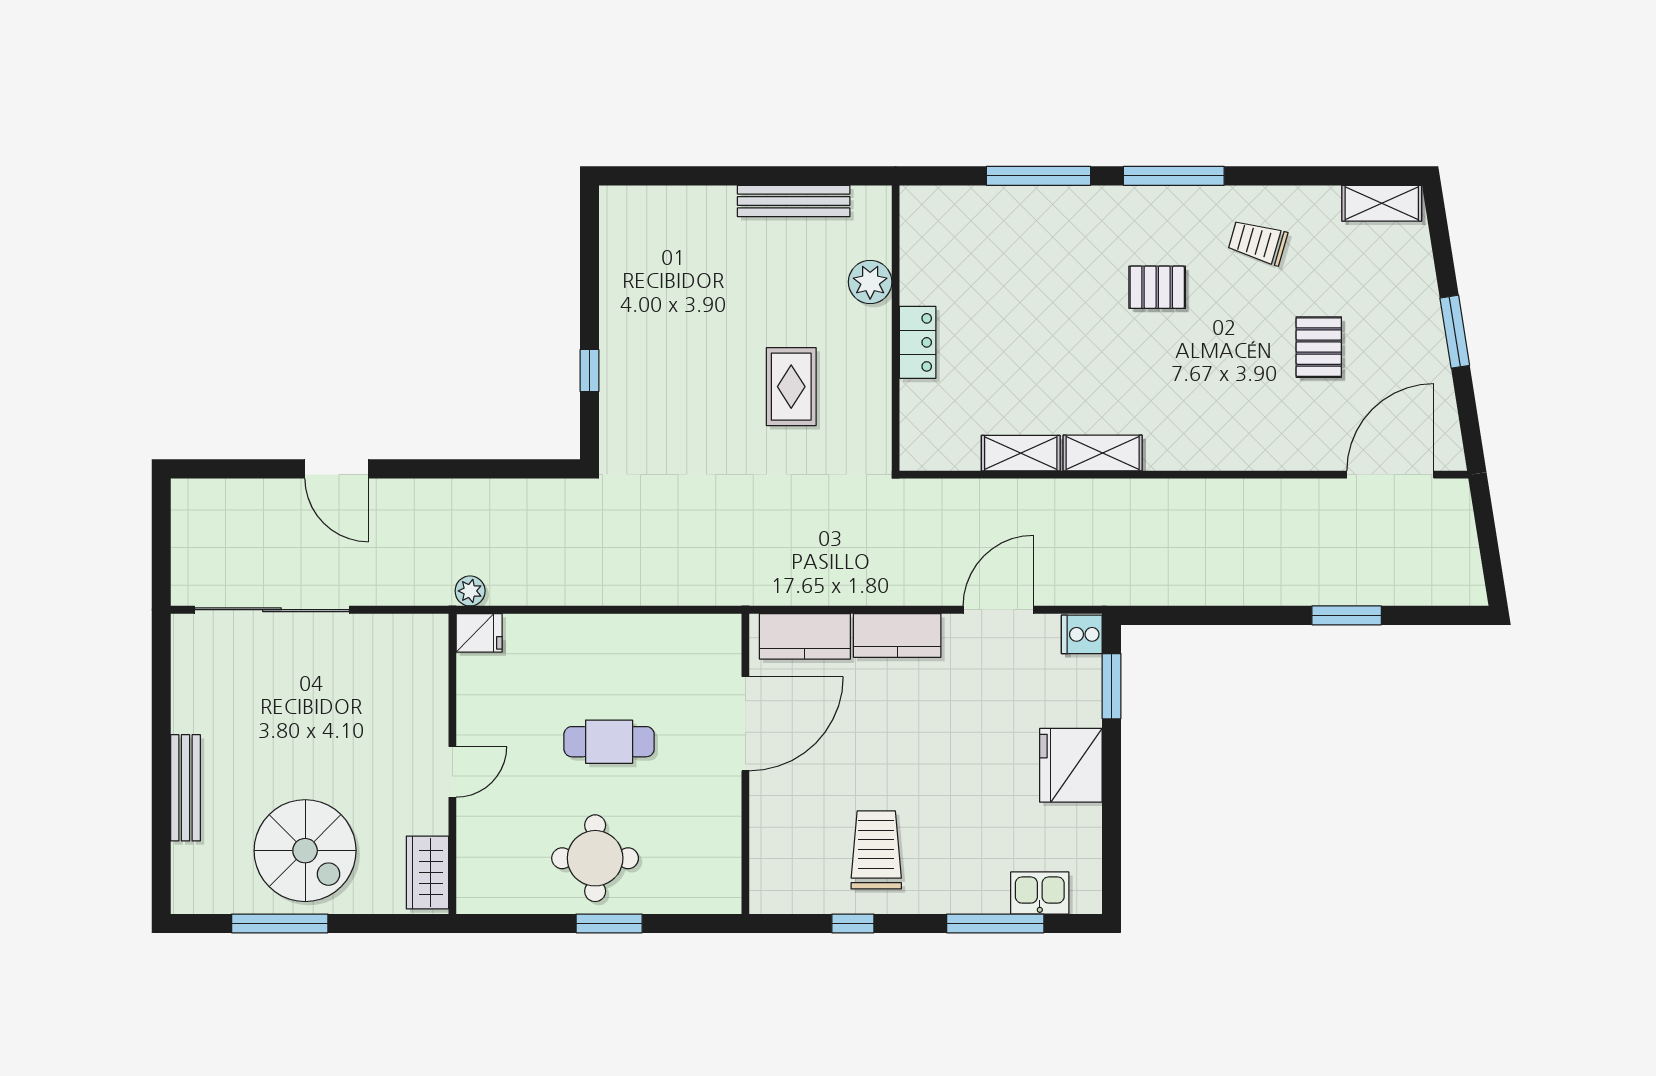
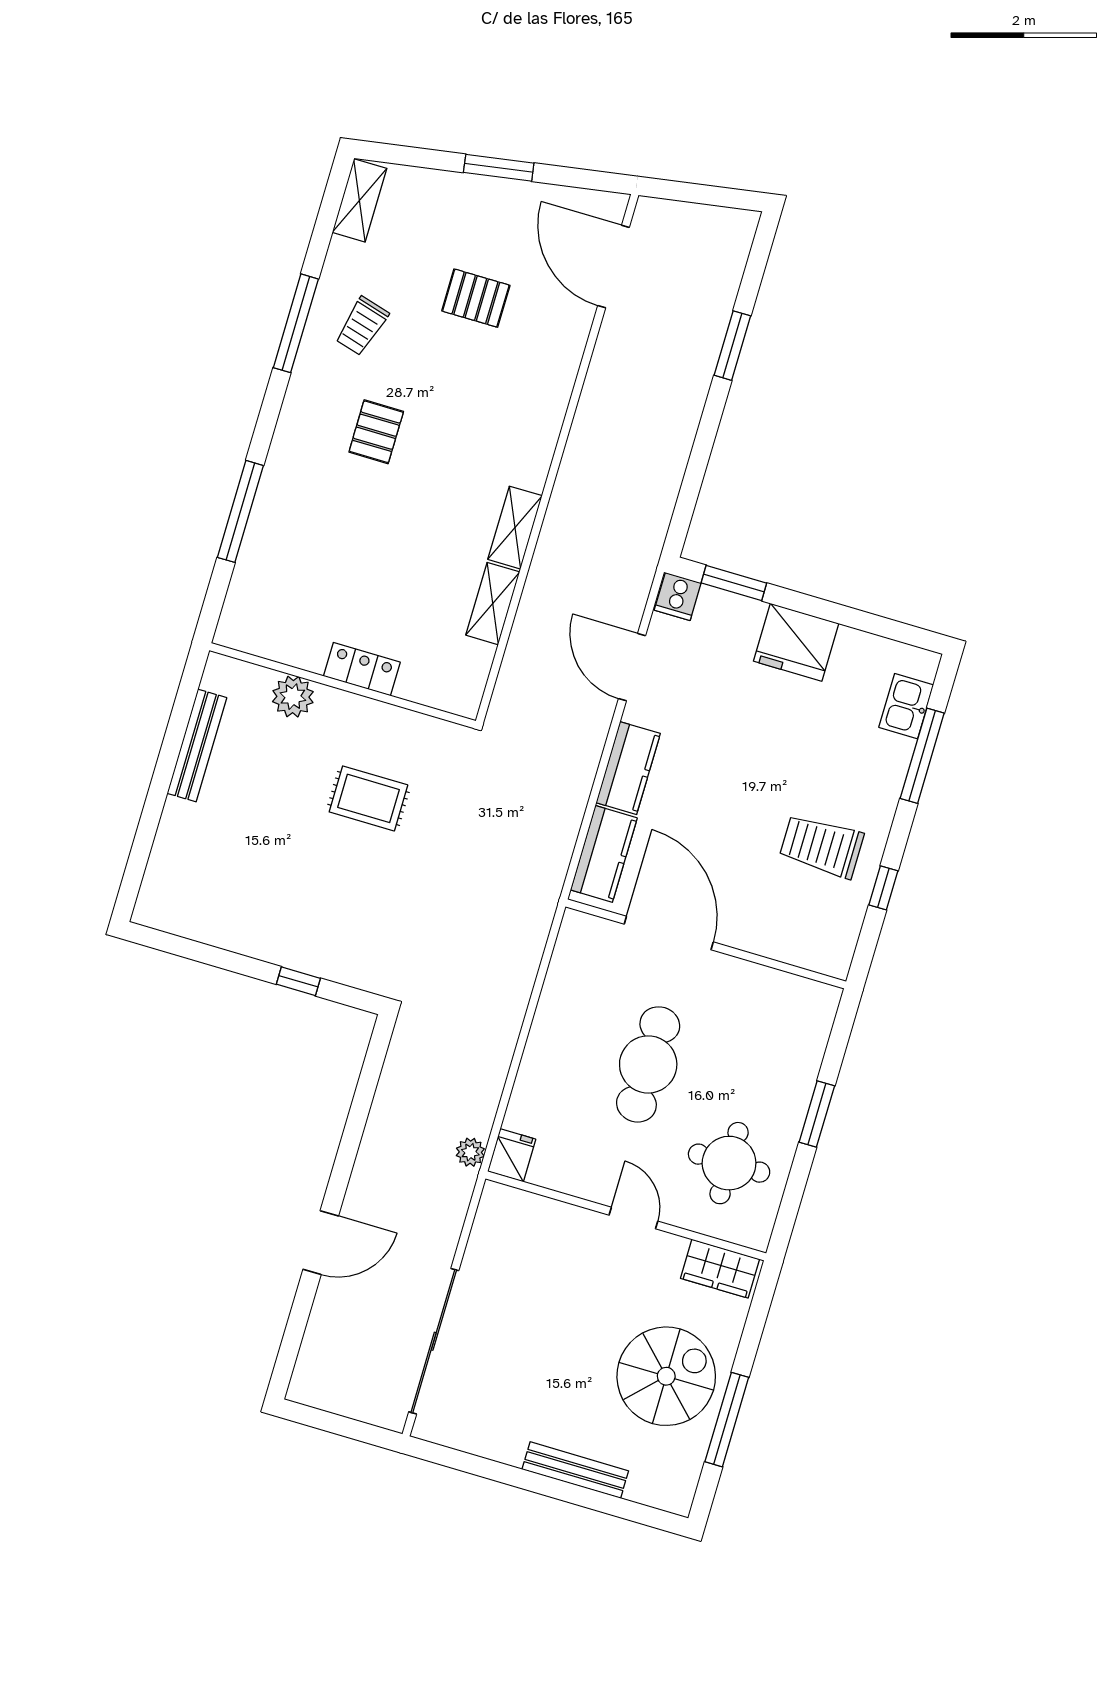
window: (1174, 176) -> (296, 323), moved
cafe table: (609, 742) -> (648, 1064), width x1.37, depth x1.35
round table: (595, 858) -> (729, 1163), moved

